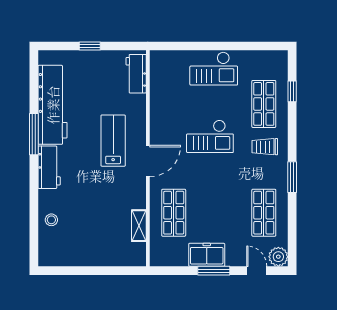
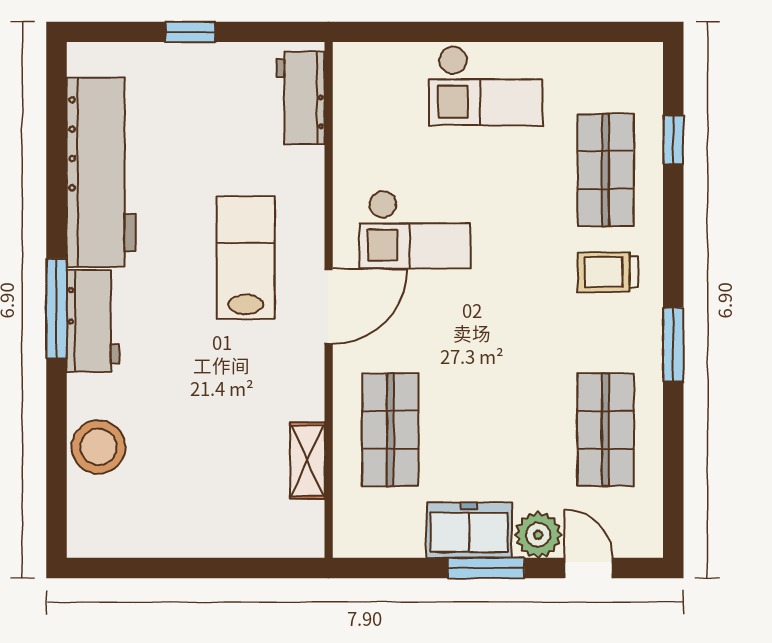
window: (34, 134) -> (57, 309), moved
checkout: (210, 136) -> (415, 229), moved
stool: (51, 220) -> (98, 447), width x1.89, depth x1.89
plant: (278, 257) -> (538, 535), moved

